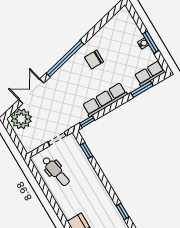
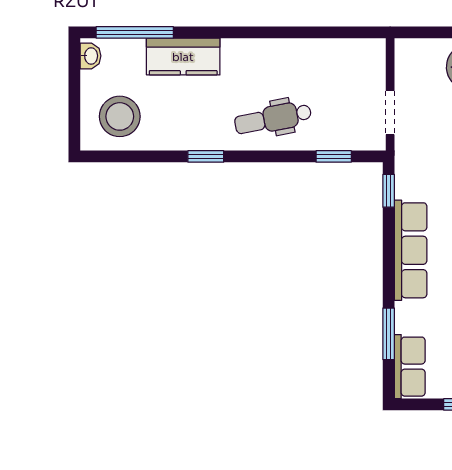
dental chair: (56, 171) -> (273, 118), moved
window: (123, 211) -> (206, 156), moved

